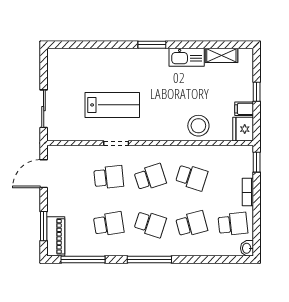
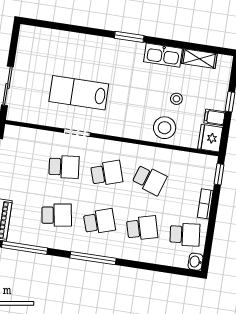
stool: (206, 97) -> (176, 99), added
lab bench: (112, 105) -> (79, 93), turned 180
school desk: (150, 224) -> (99, 222), turned -36

